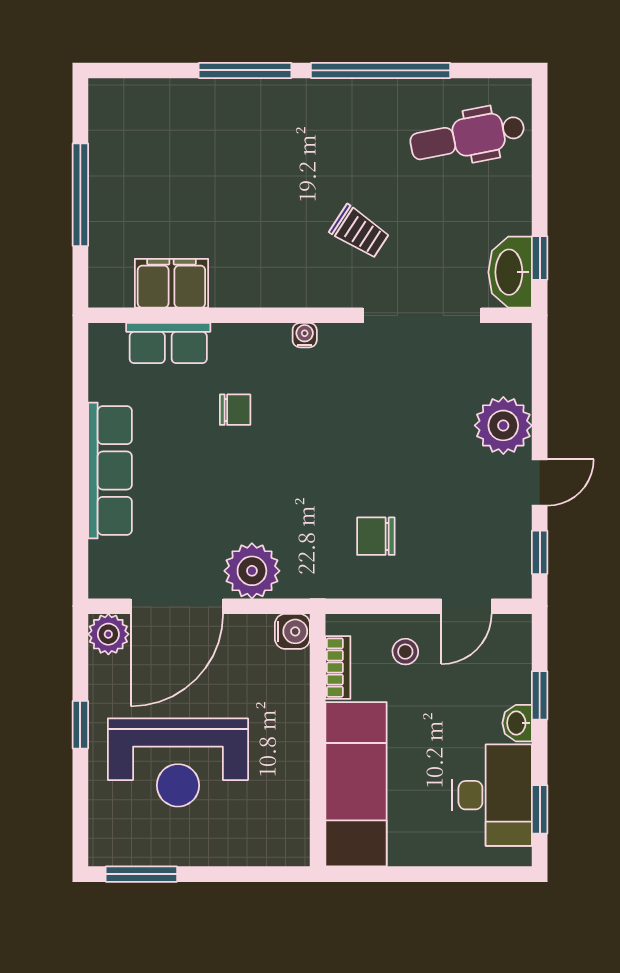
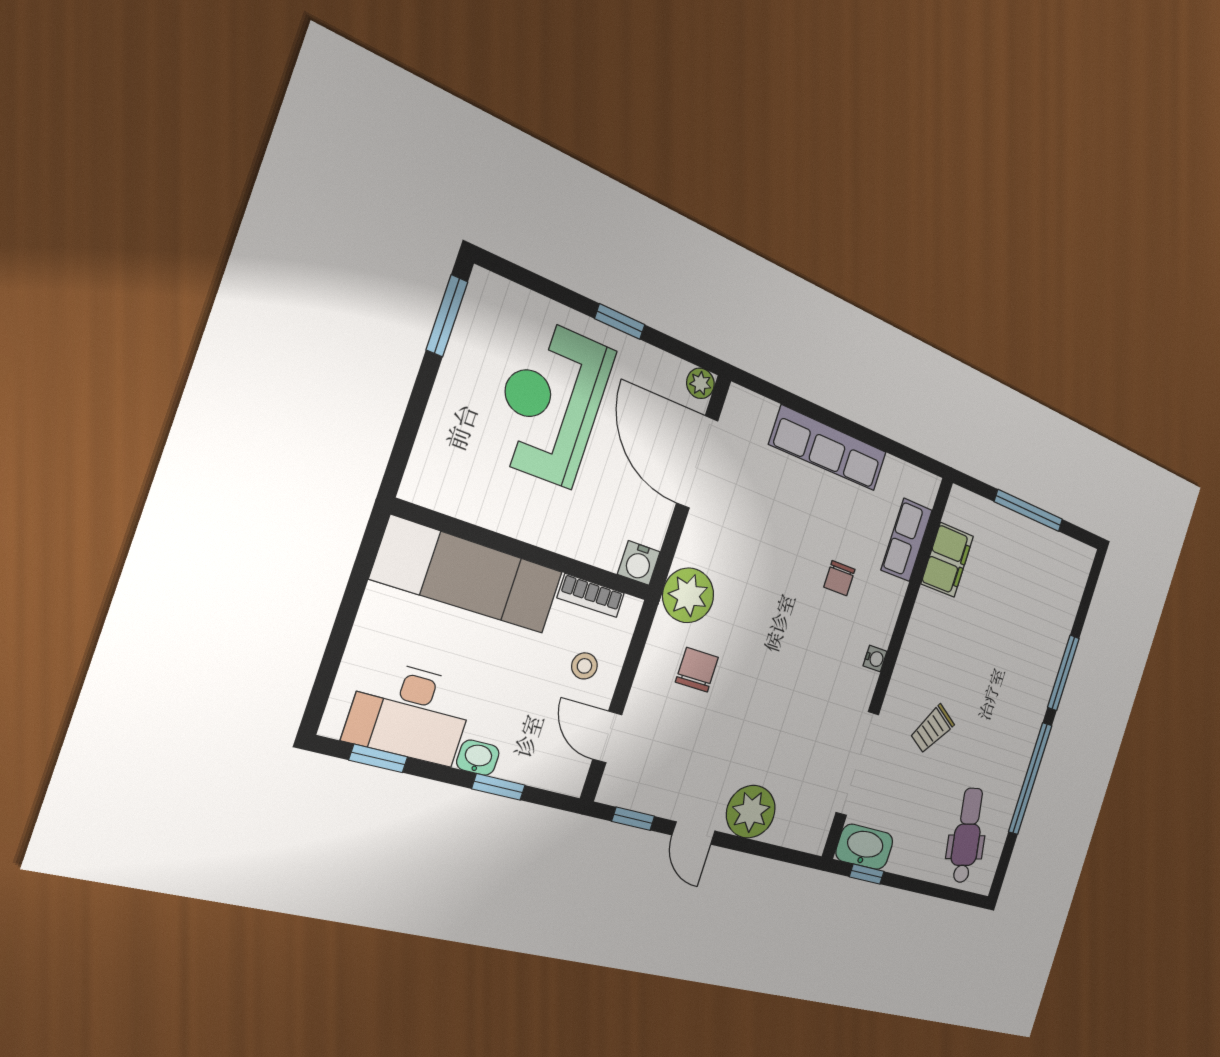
plant: (252, 571) -> (688, 595), moved
plant: (108, 634) -> (700, 383), width x0.73, depth x0.73

